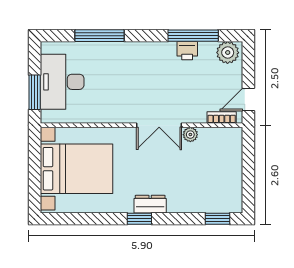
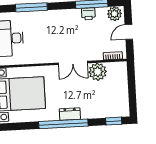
door: (248, 99) -> (129, 32), moved
plant: (190, 135) -> (98, 72), width x1.88, depth x1.88
window: (139, 219) -> (63, 124), width x3.17

